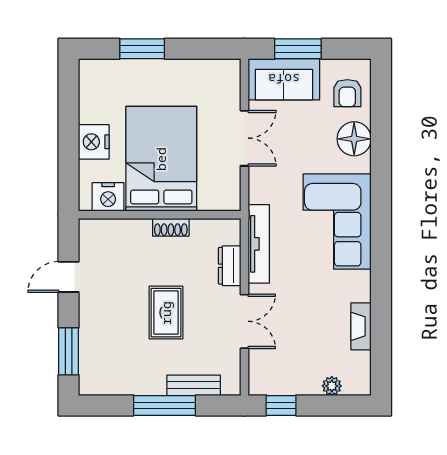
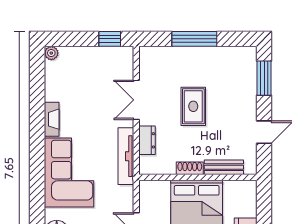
nightstand: (108, 197) -> (235, 190), removed
fireplace: (361, 326) -> (52, 119), moved
bench: (194, 385) -> (224, 167), moved
plant: (332, 386) -> (51, 53), moved

